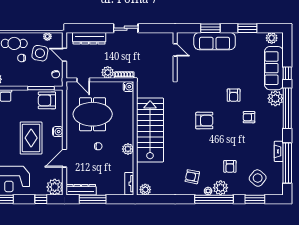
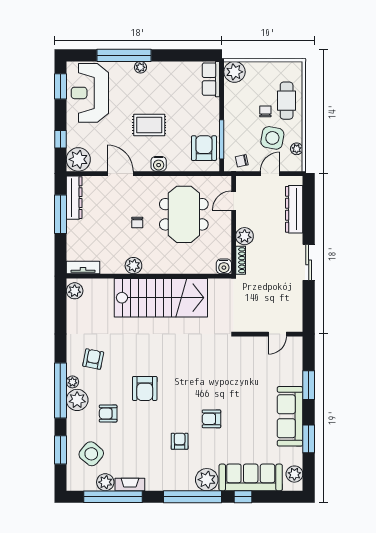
sofa: (215, 41) -> (290, 416), moved
armchair: (204, 121) -> (145, 388), moved
rug: (31, 138) -> (149, 125), width x0.73, depth x0.70
plant: (277, 168) -> (105, 482), added

